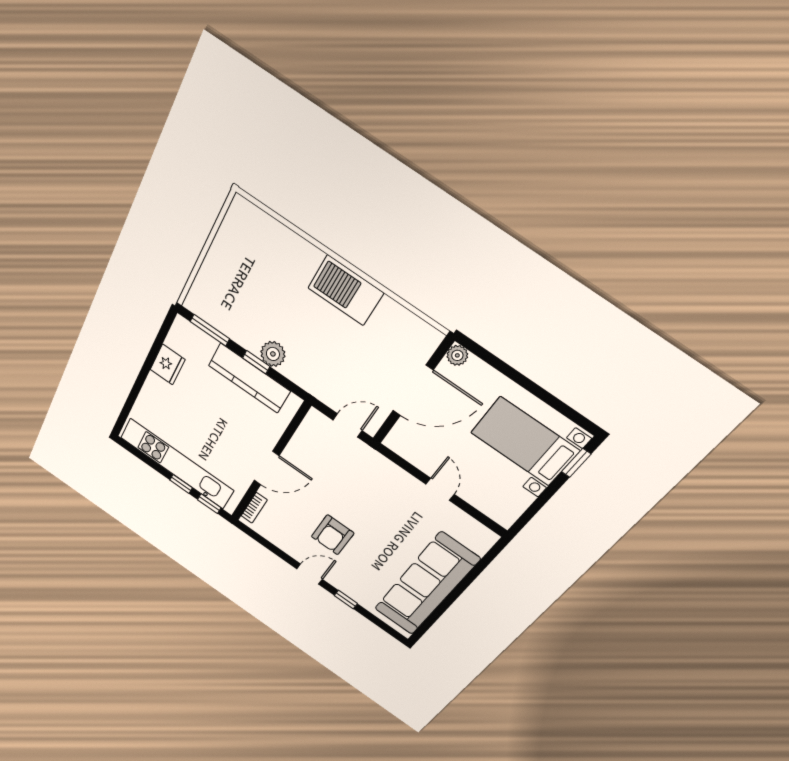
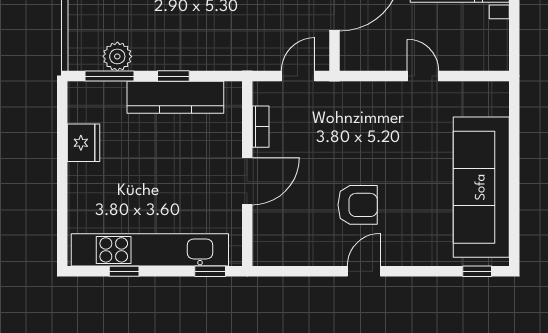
plant: (273, 354) -> (117, 56), moved
window: (181, 484) -> (124, 271), moved
bookcase: (254, 508) -> (261, 127), moved
armchair: (333, 535) -> (358, 205), turned -90
window: (346, 599) -> (477, 271), moved

